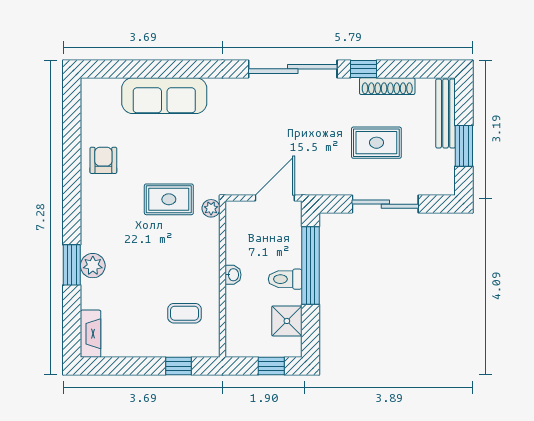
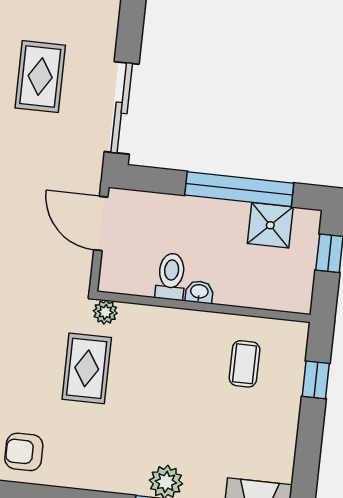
sliding door: (385, 204) -> (122, 108), moved
window: (311, 266) -> (239, 189), moved
toilet: (285, 279) -> (171, 276), moved, turned 180

